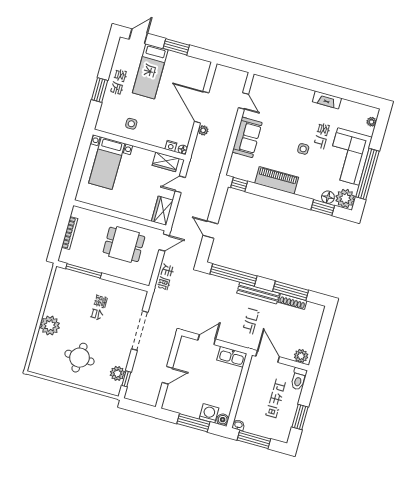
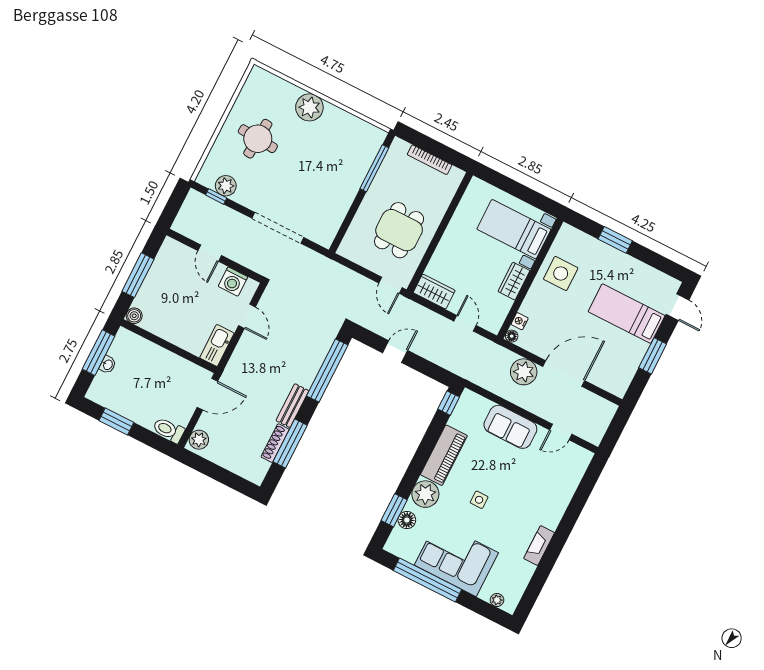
side table: (131, 124) -> (561, 273), width x1.87, depth x1.87
plant: (203, 130) -> (524, 372), width x1.88, depth x1.88
wardrobe: (166, 162) -> (514, 281), moved
plant: (345, 198) -> (425, 494), moved
bench: (258, 293) -> (292, 406), width x0.73
washing machine: (209, 413) -> (233, 282), moved, turned 90
washbasin: (238, 425) -> (108, 365), moved

